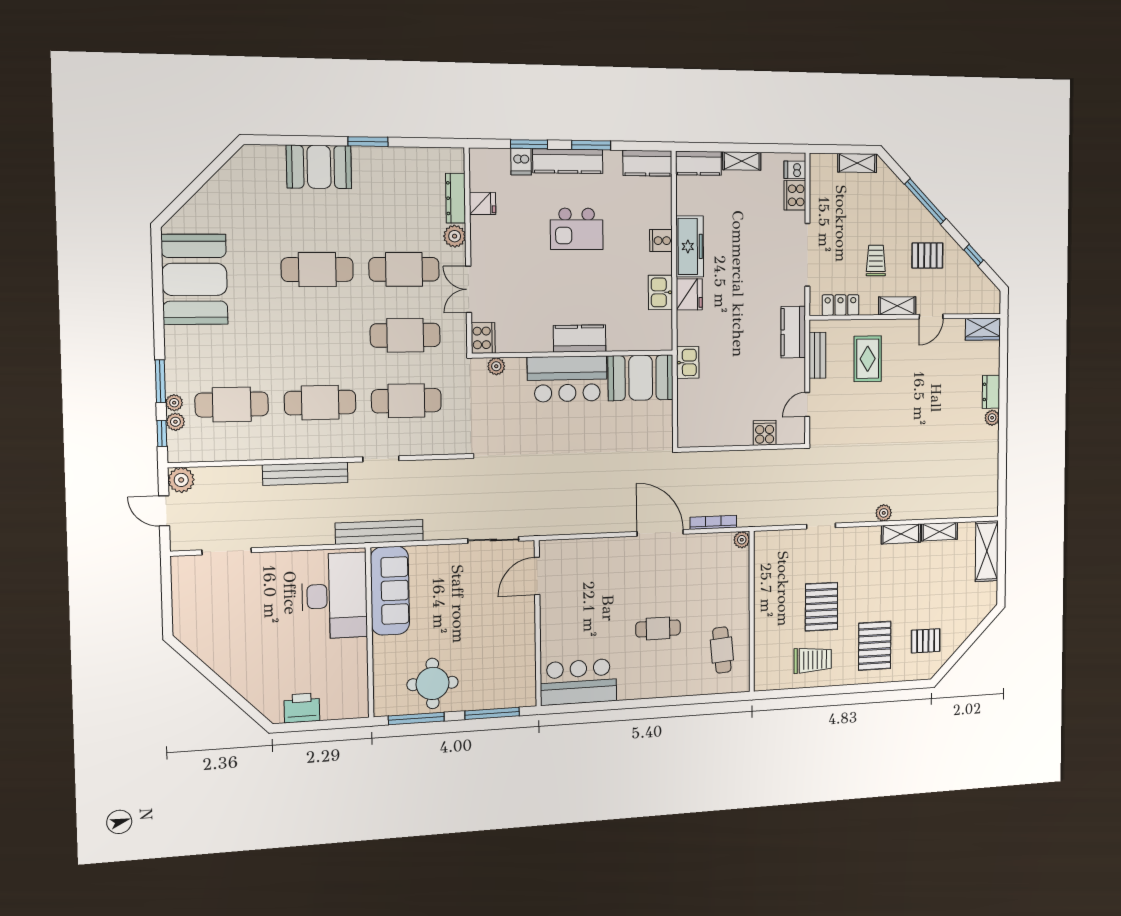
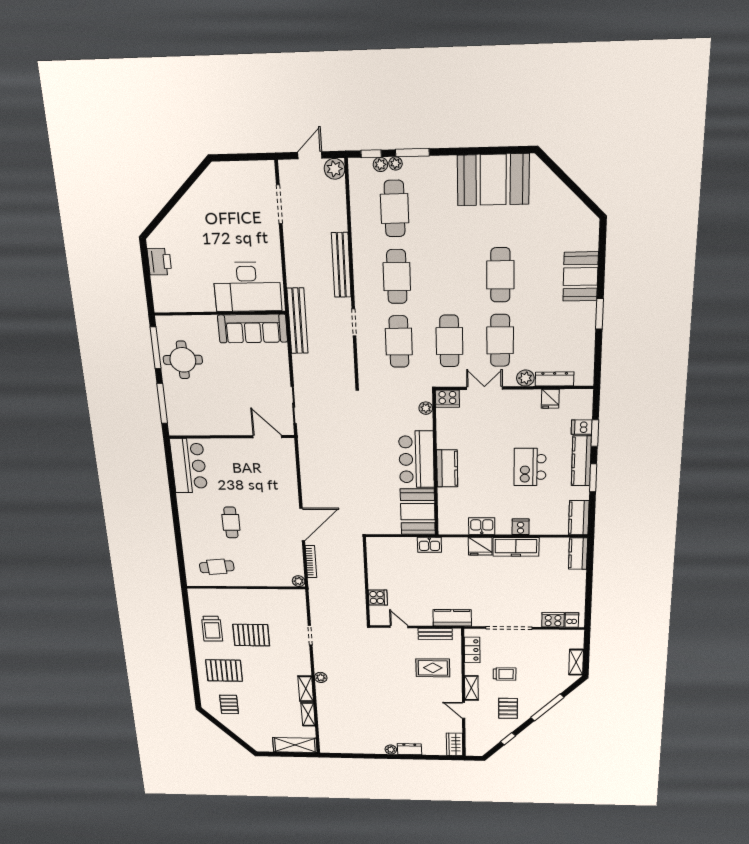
shelving: (742, 161) -> (579, 584), removed

